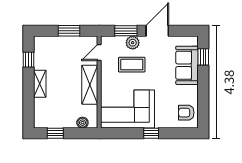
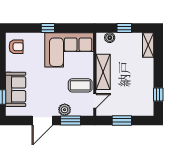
coffee table: (132, 65) -> (80, 85), moved
shelving: (40, 84) -> (148, 45), moved
window: (55, 133) -> (124, 28), moved

